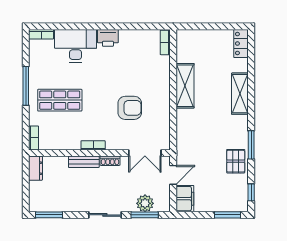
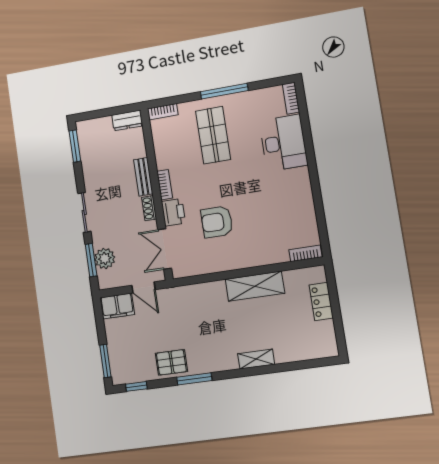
printer: (108, 38) -> (173, 212), moved, turned 180
locker: (241, 44) -> (321, 301), moved, turned -90
shelving: (240, 94) -> (256, 359), width x0.67, depth x0.75
armchair: (130, 108) -> (217, 222), turned 90

